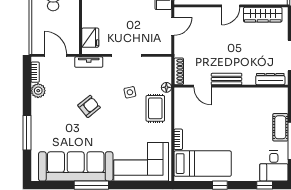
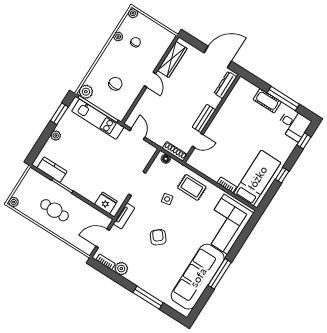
floor lamp: (166, 87) -> (166, 159), moved

